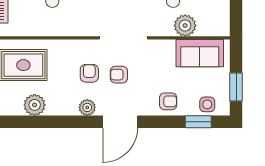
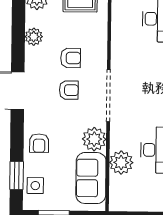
plant: (164, 51) -> (94, 139), added
armchair: (119, 75) -> (69, 90), turned 90
plant: (87, 107) -> (34, 37), moved

